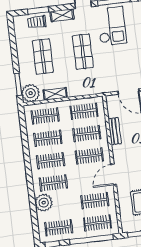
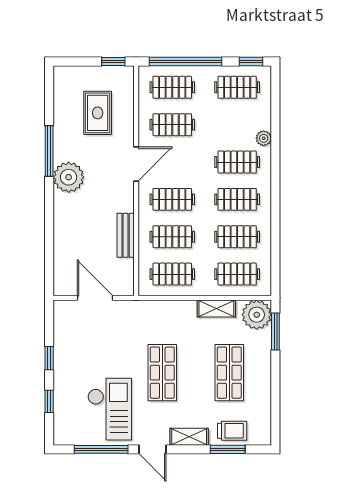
checkout: (112, 26) -> (110, 409), turned 180
plant: (44, 203) -> (264, 138), width x0.53, depth x0.53

